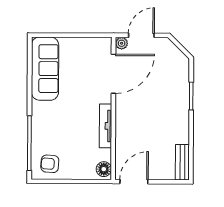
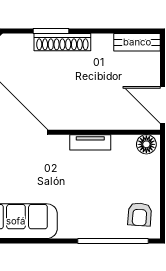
shoe rack: (183, 105) -> (62, 42), added
tv unit: (105, 126) -> (90, 142), width x0.71

